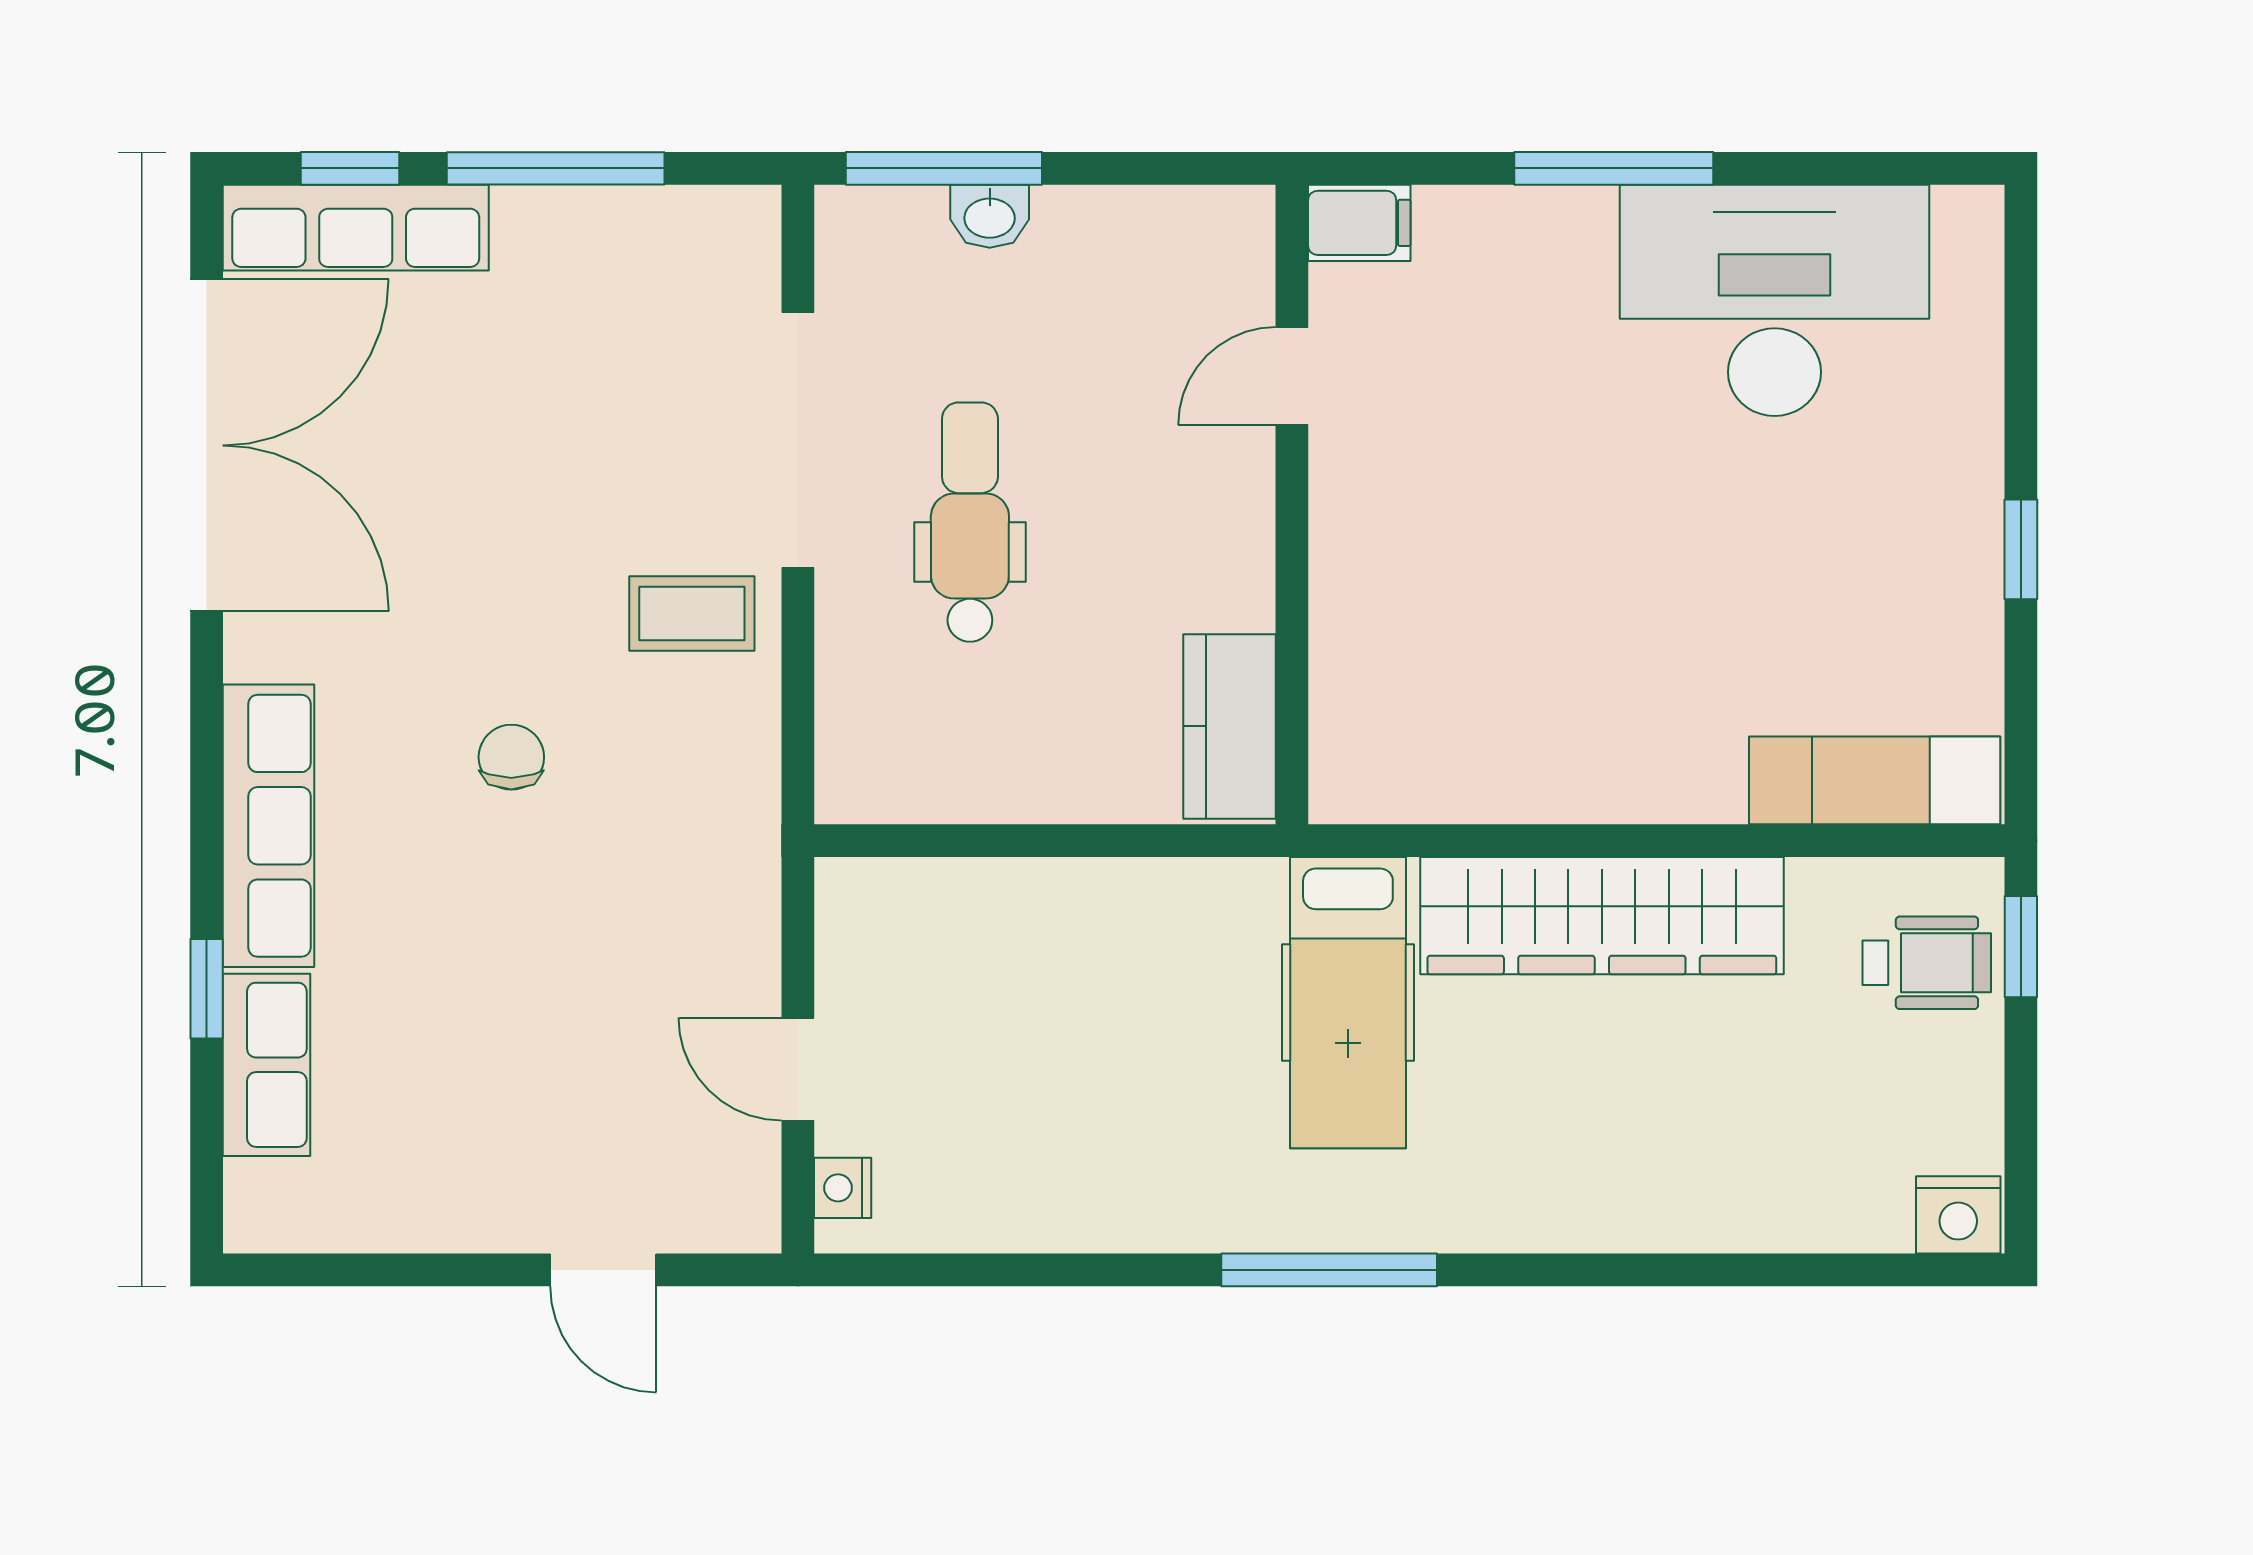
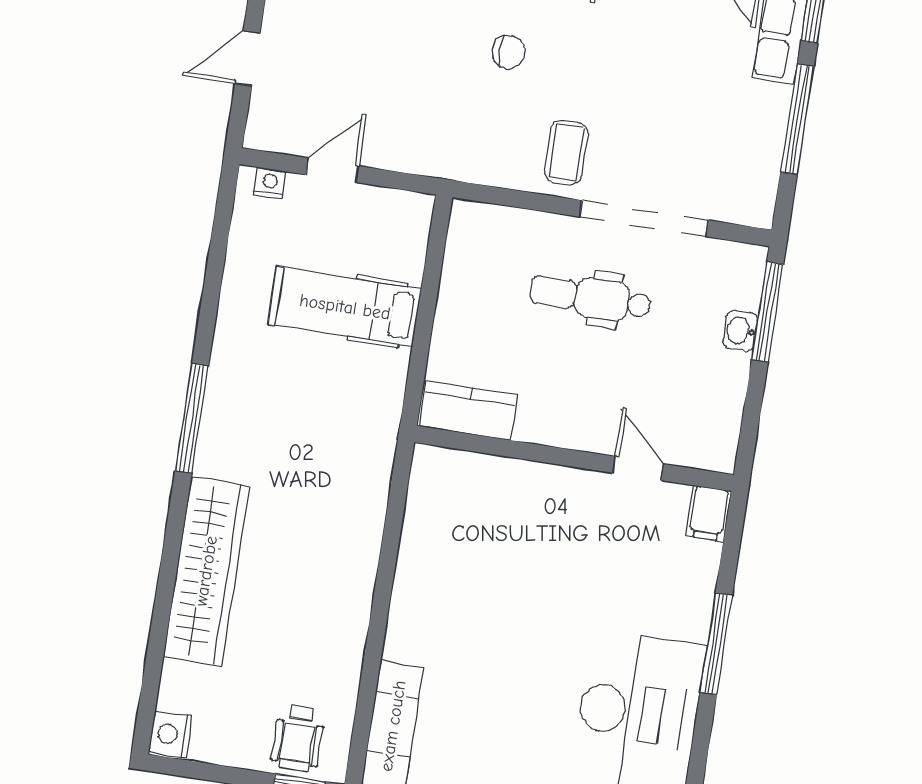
dental chair: (970, 522) -> (590, 298), turned 180
wardrobe: (1602, 916) -> (206, 571), moved, turned 180
hospital bed: (1348, 1003) -> (345, 307), moved

